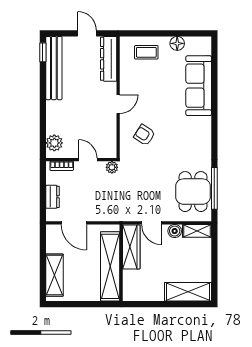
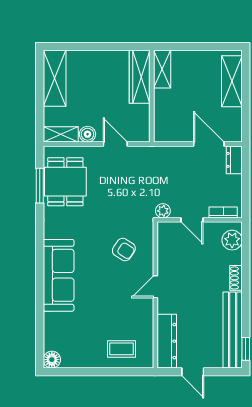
floor lamp: (177, 43) -> (52, 360), moved
sofa: (199, 86) -> (59, 275), moved
shoe rack: (51, 111) -> (236, 278), added
window: (214, 188) -> (40, 186), width x0.69
dresser: (53, 197) -> (234, 160), moved
wardrobe: (131, 247) -> (140, 77), moved
shelving: (110, 266) -> (162, 69), width x0.45, depth x0.75
shelving: (188, 292) -> (55, 78), moved, turned 90

